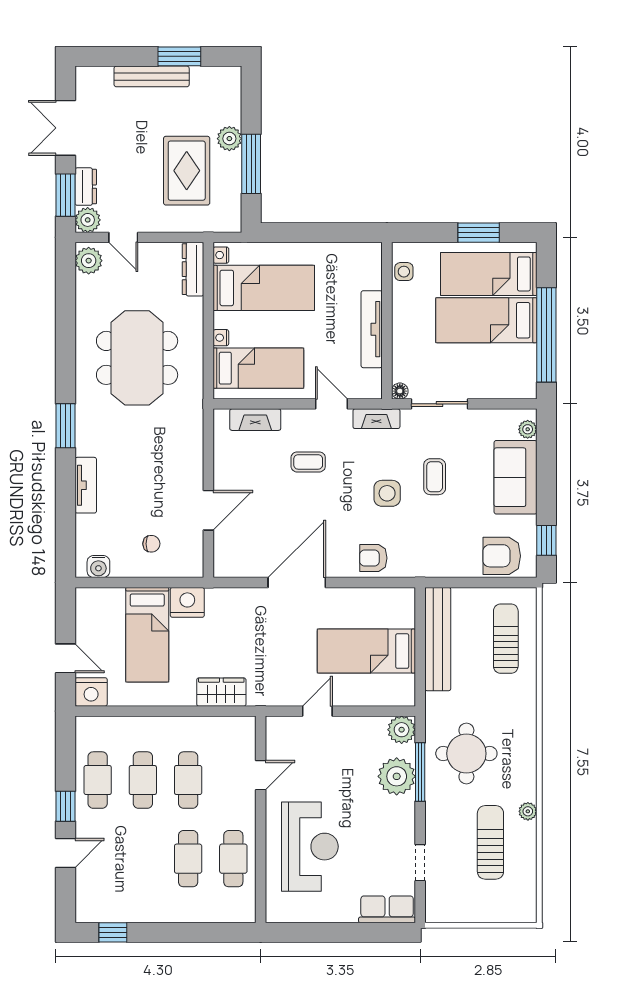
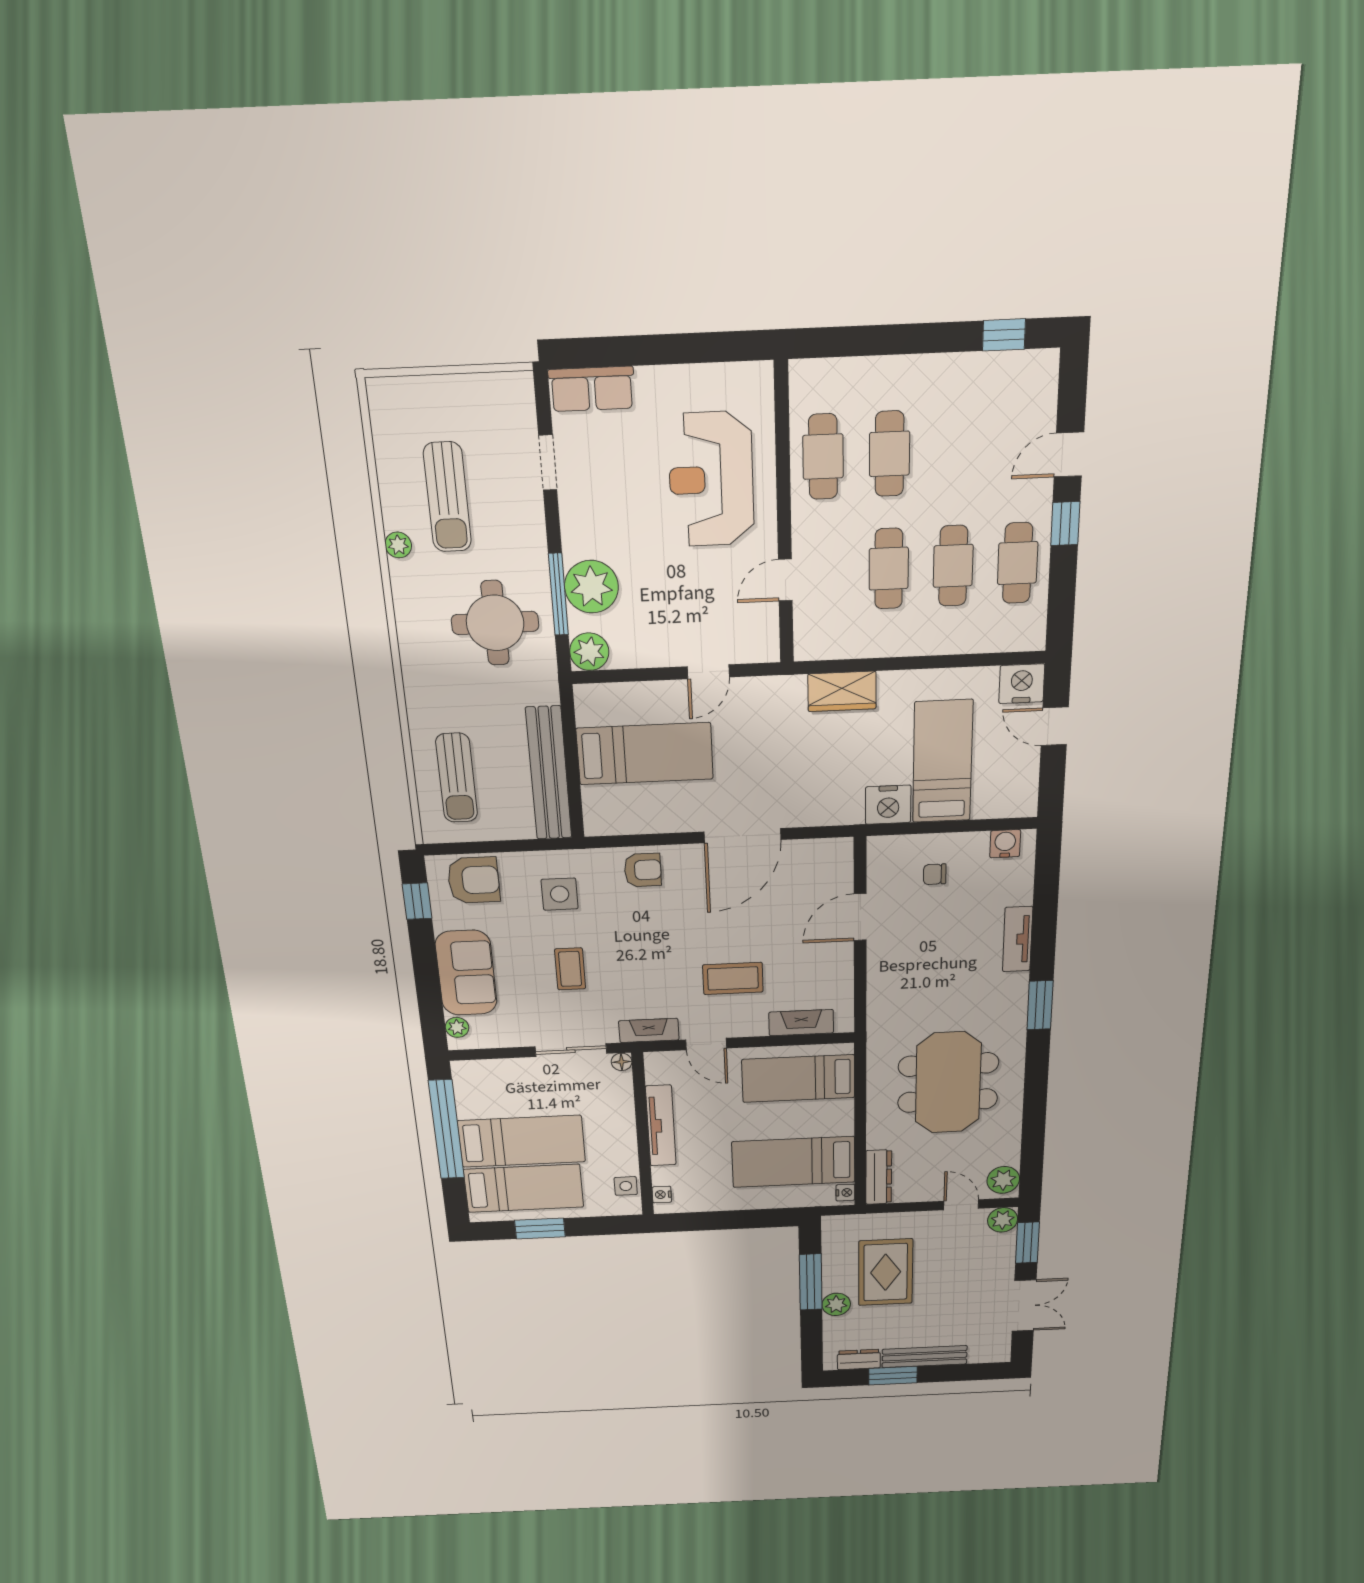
dresser: (86, 187) -> (859, 1359), moved, turned 90
nightstand: (221, 338) -> (662, 1195), moved, turned 180
coffee table: (308, 462) -> (733, 978), width x1.36, depth x1.30
side table: (387, 493) -> (560, 894), moved

